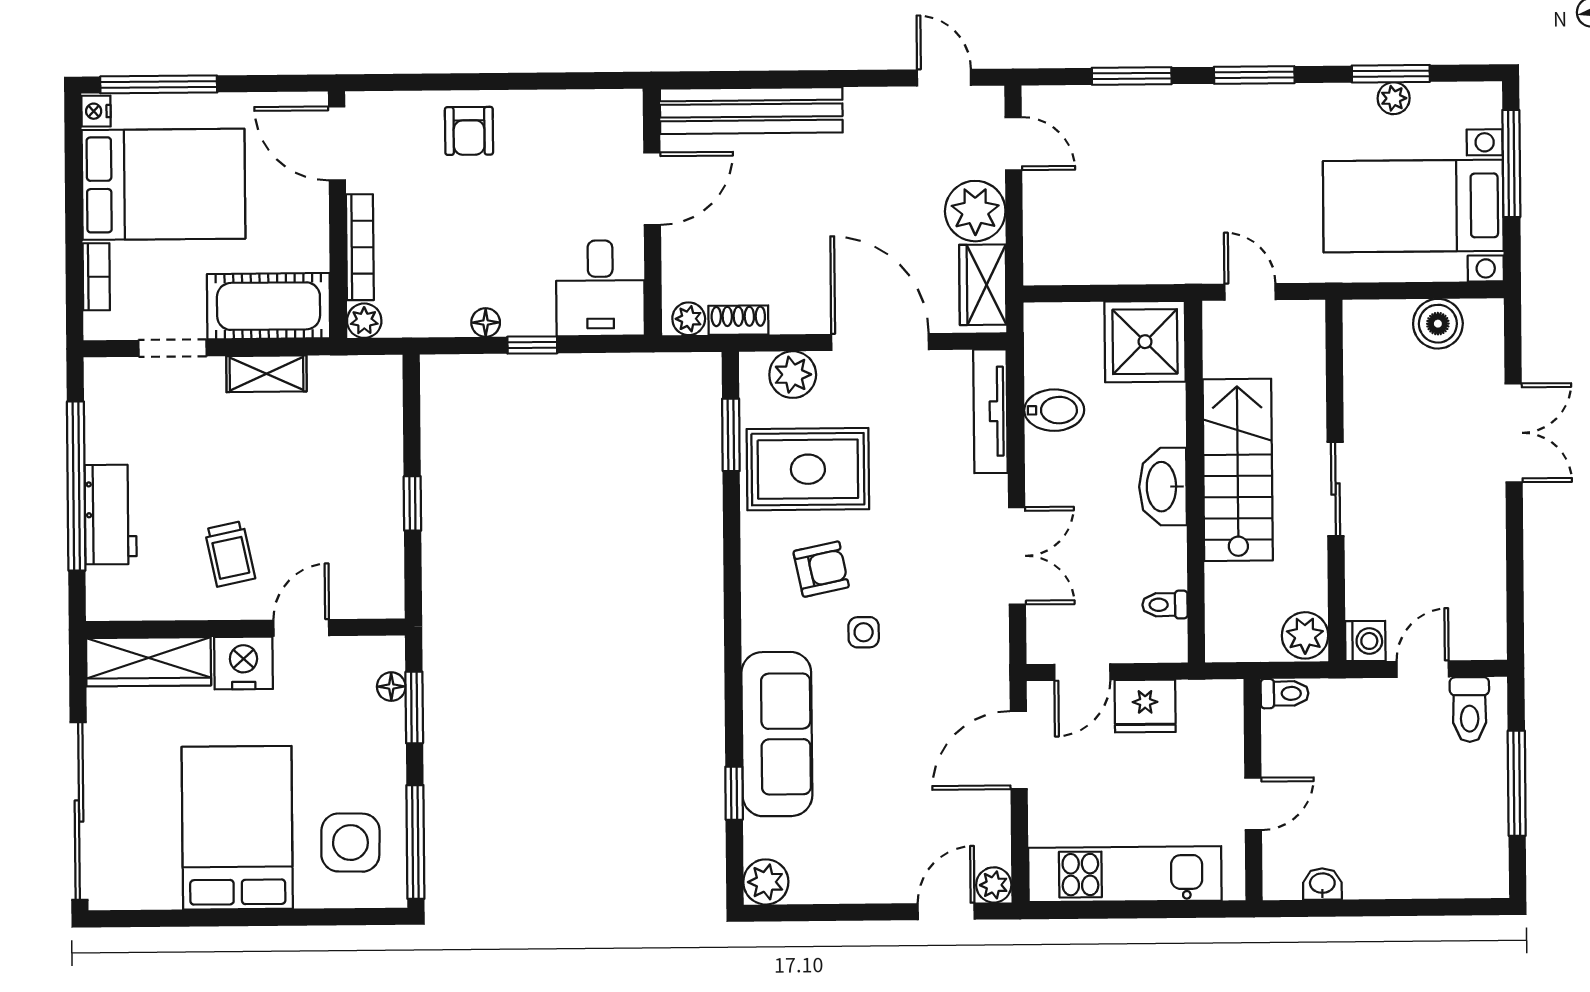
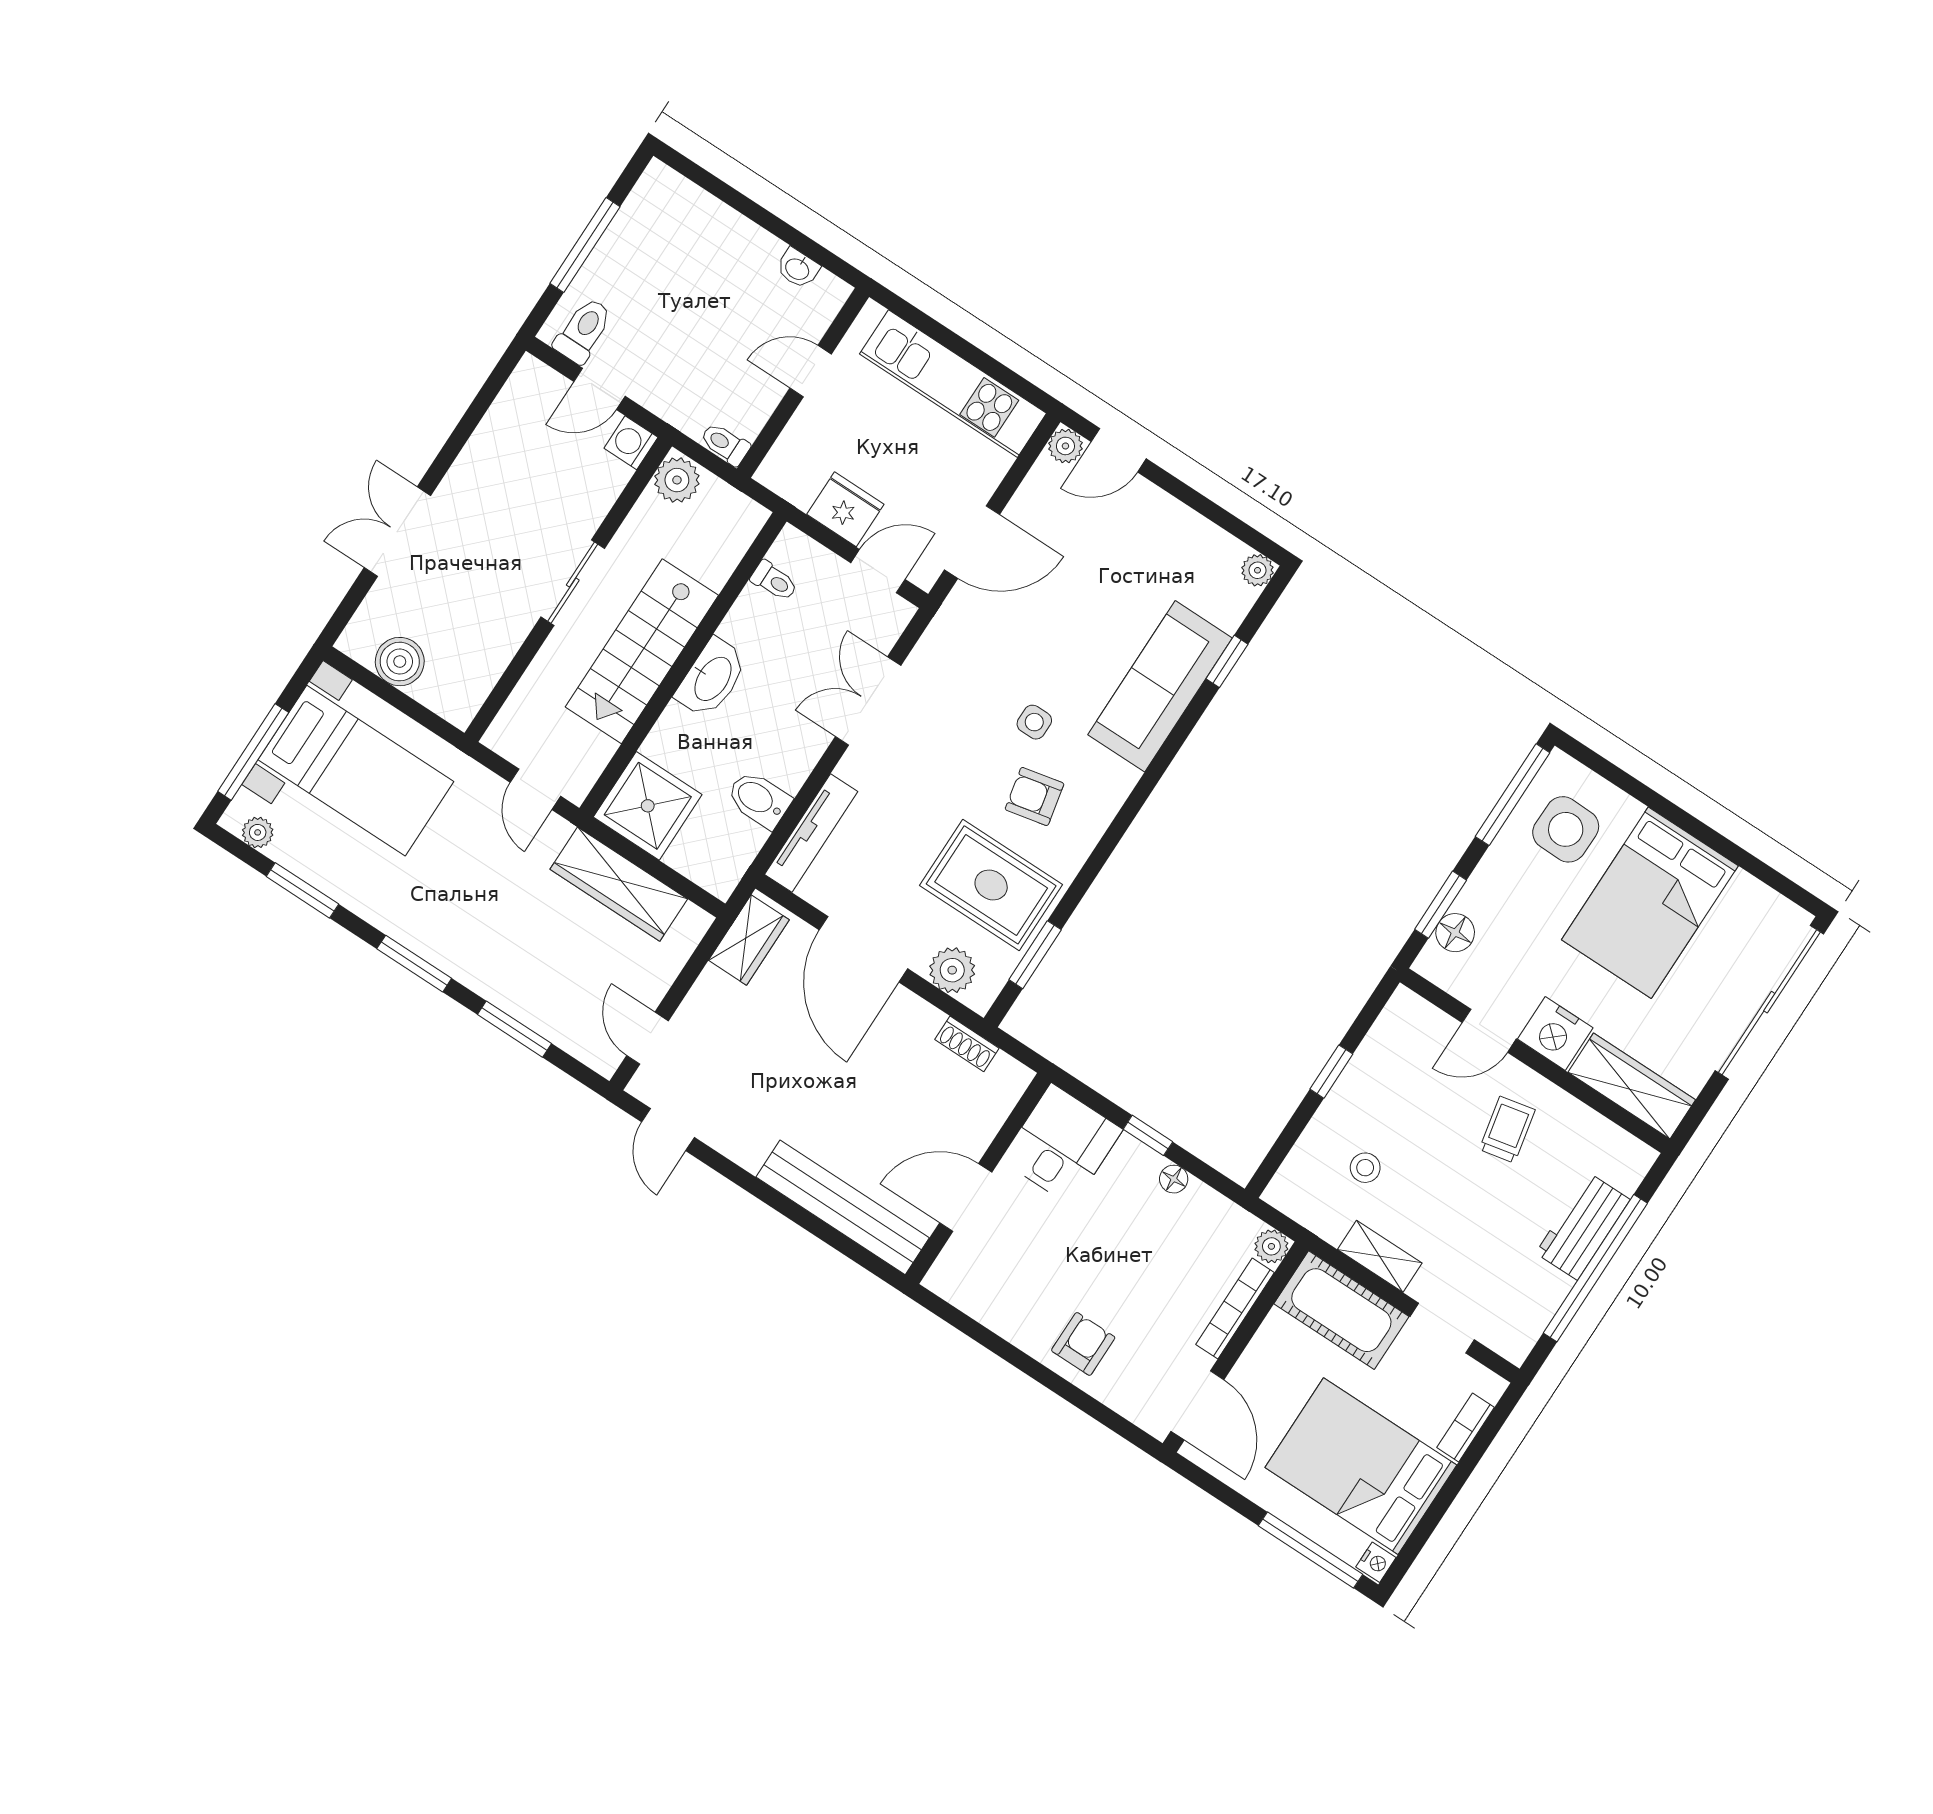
plant: (1394, 98) -> (258, 832), moved
plant: (975, 211) -> (715, 1004), removed
wardrobe: (1125, 259) -> (619, 884), added
plant: (689, 319) -> (1006, 1072), removed
stool: (329, 441) -> (1365, 1168), added
floor lamp: (391, 687) -> (1455, 933), width x1.37, depth x1.37
plant: (766, 882) -> (1257, 570), width x0.73, depth x0.73

